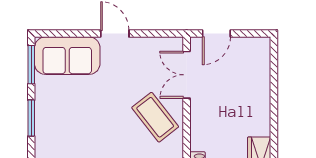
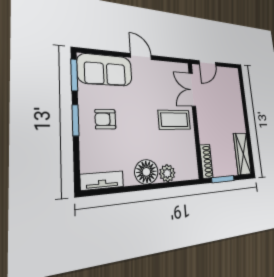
armchair: (65, 117) -> (105, 119), added
coffee table: (155, 117) -> (174, 120), turned -52

